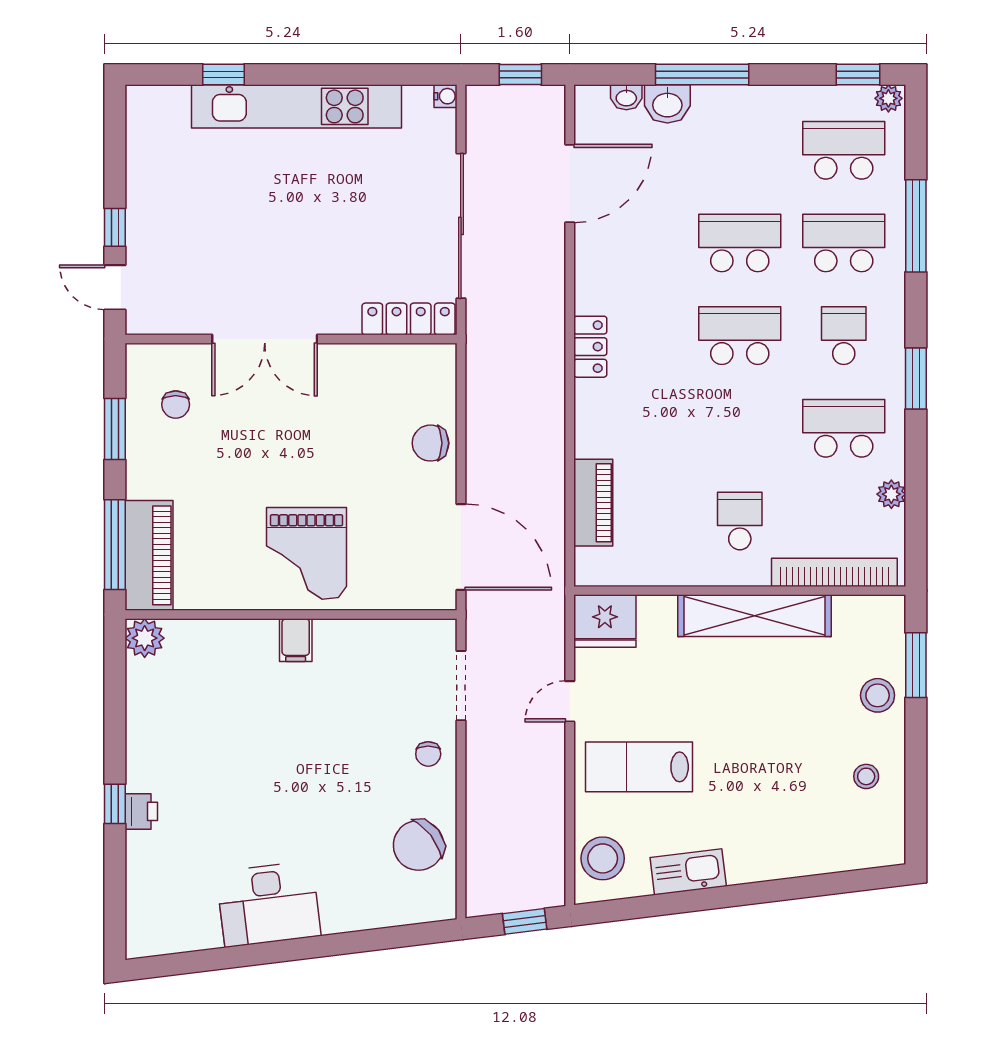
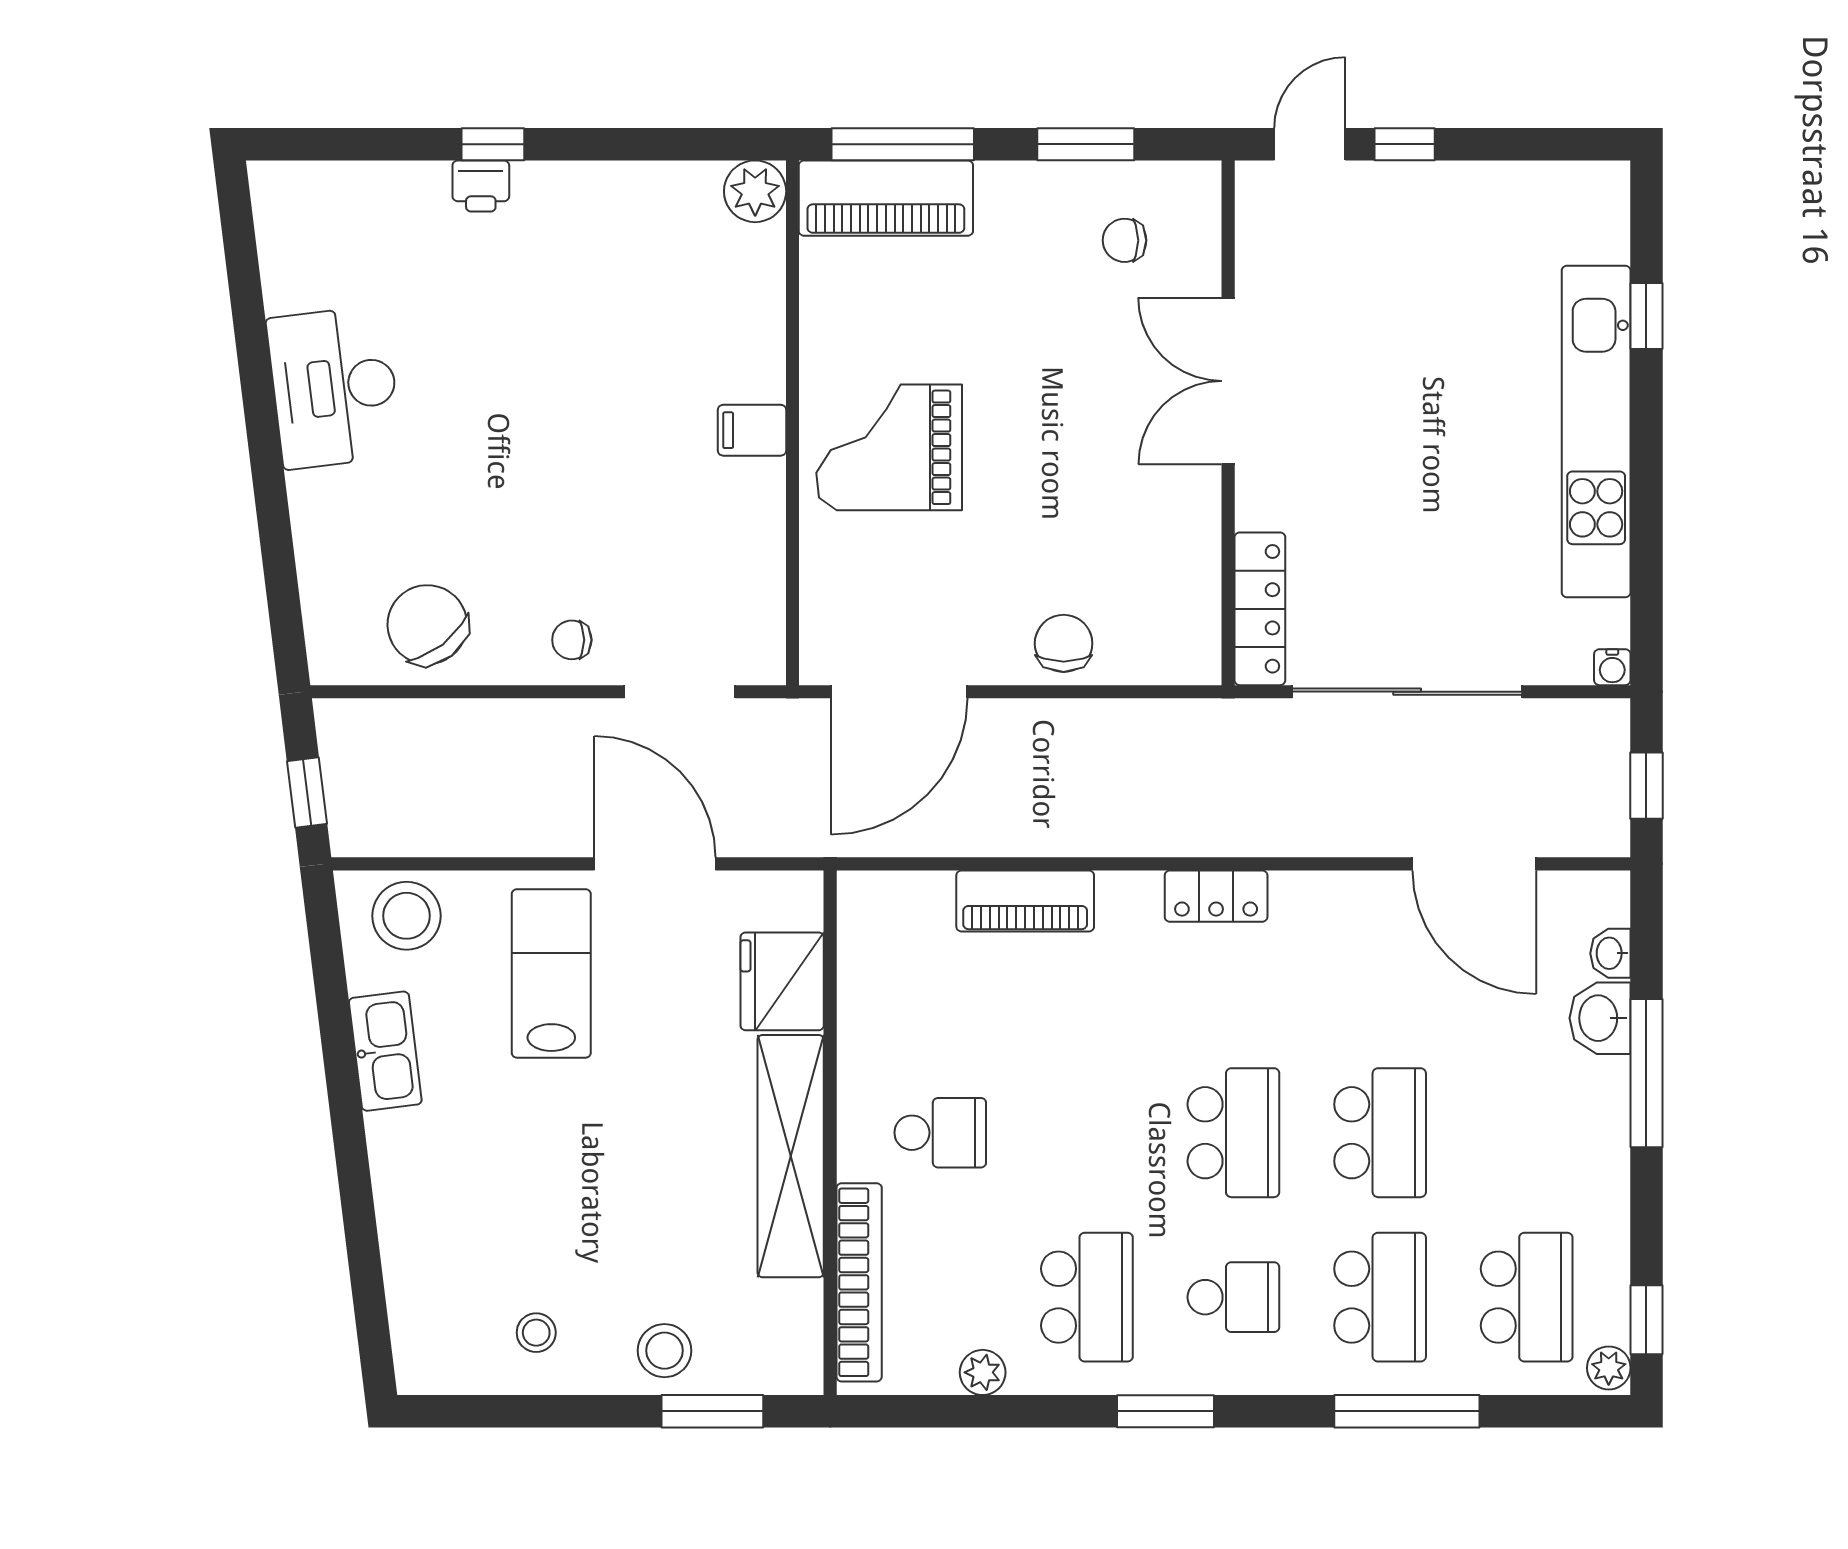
piano: (593, 503) -> (1025, 901), moved
fridge: (605, 621) -> (782, 981), moved
door: (570, 701) -> (655, 864), width x1.87

